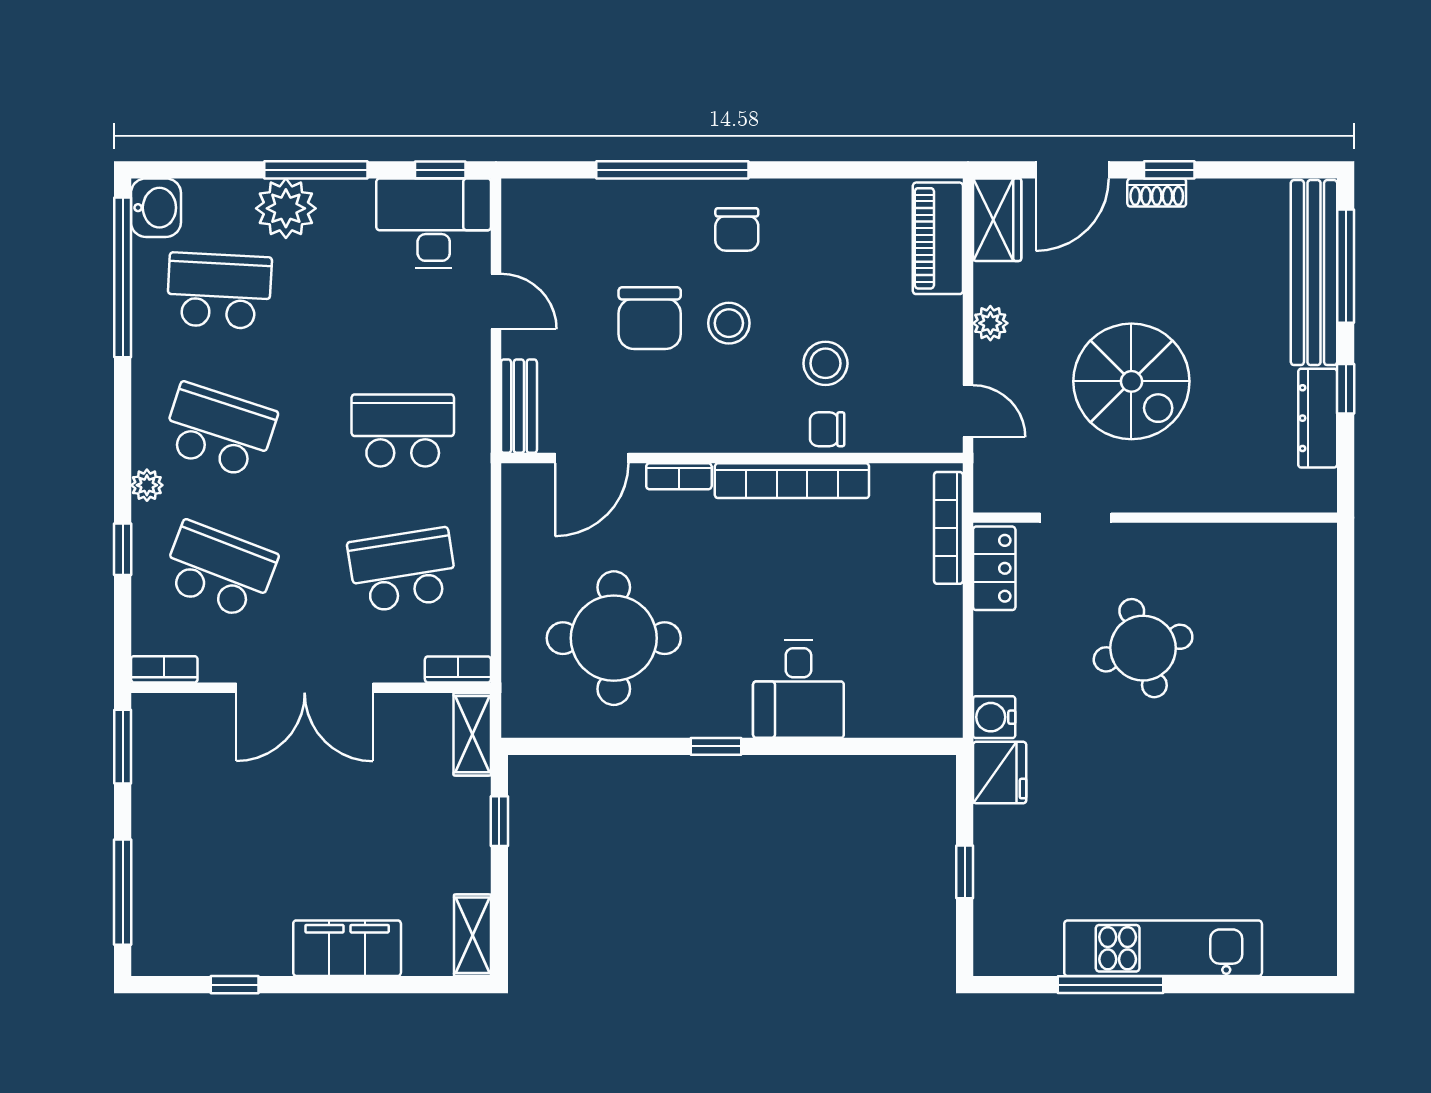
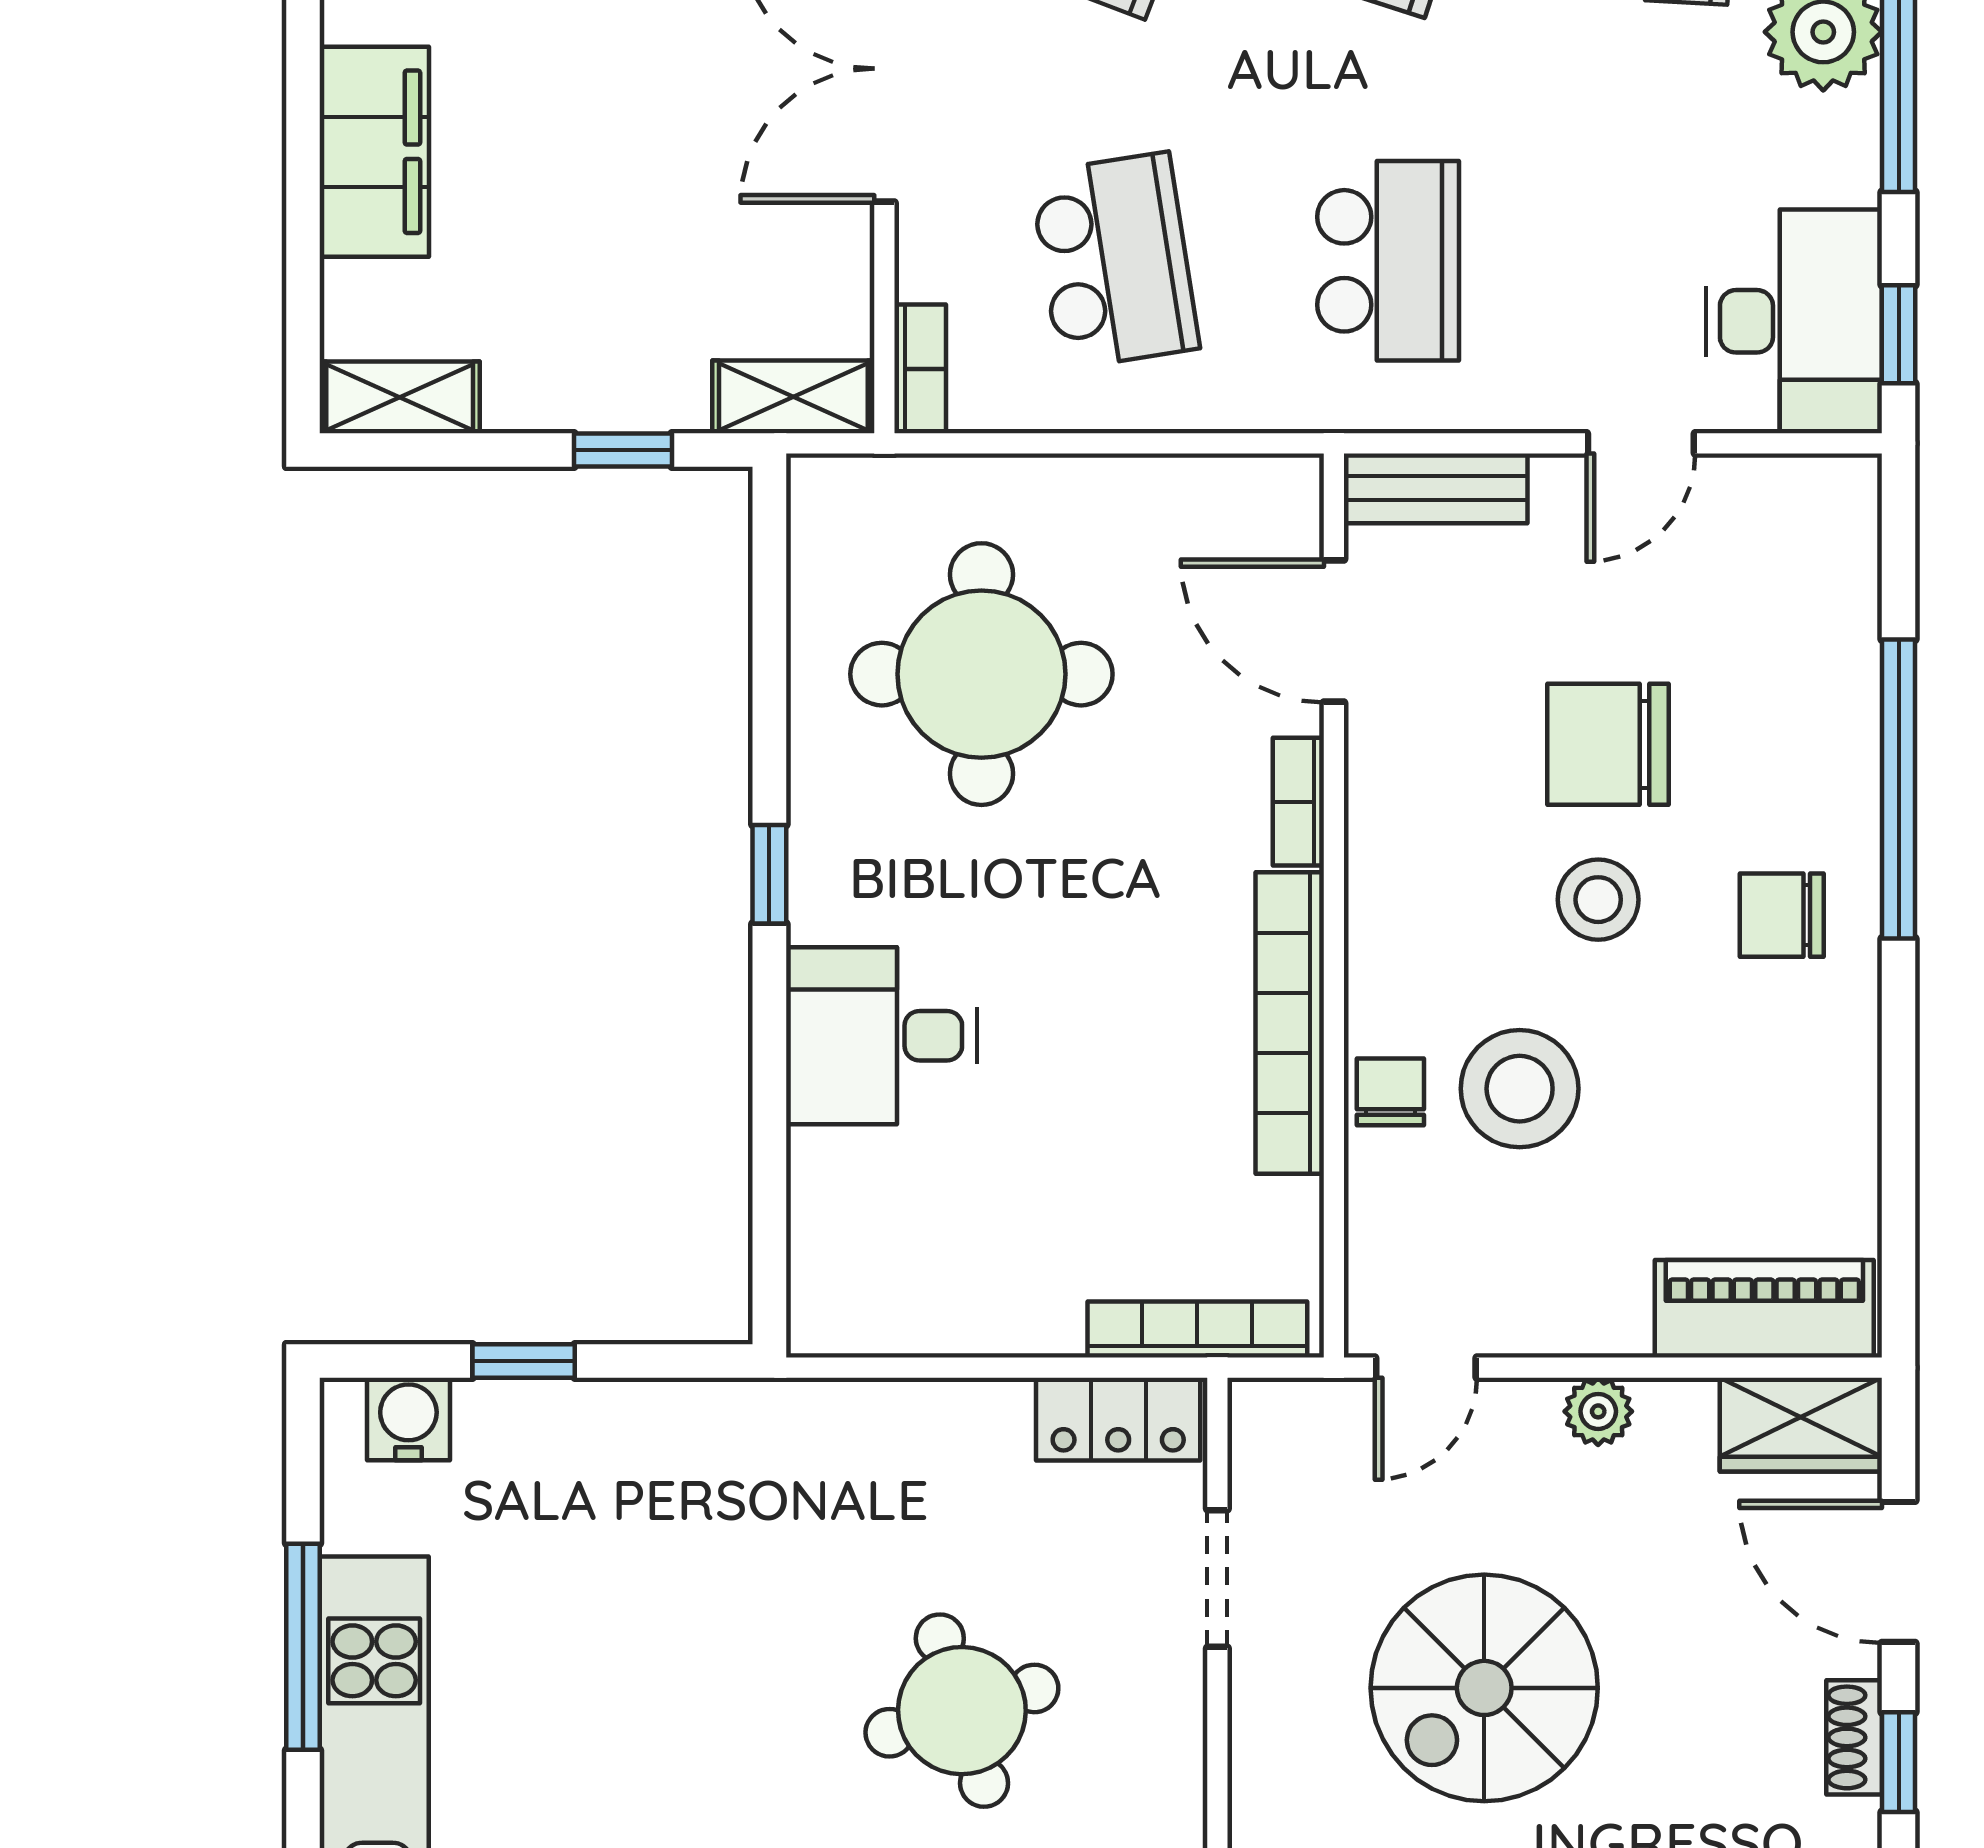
stool: (825, 363) -> (1520, 1089), width x1.38, depth x1.38
water cooler: (994, 717) -> (408, 1419), moved
fridge: (1000, 773) -> (718, 1430), removed

